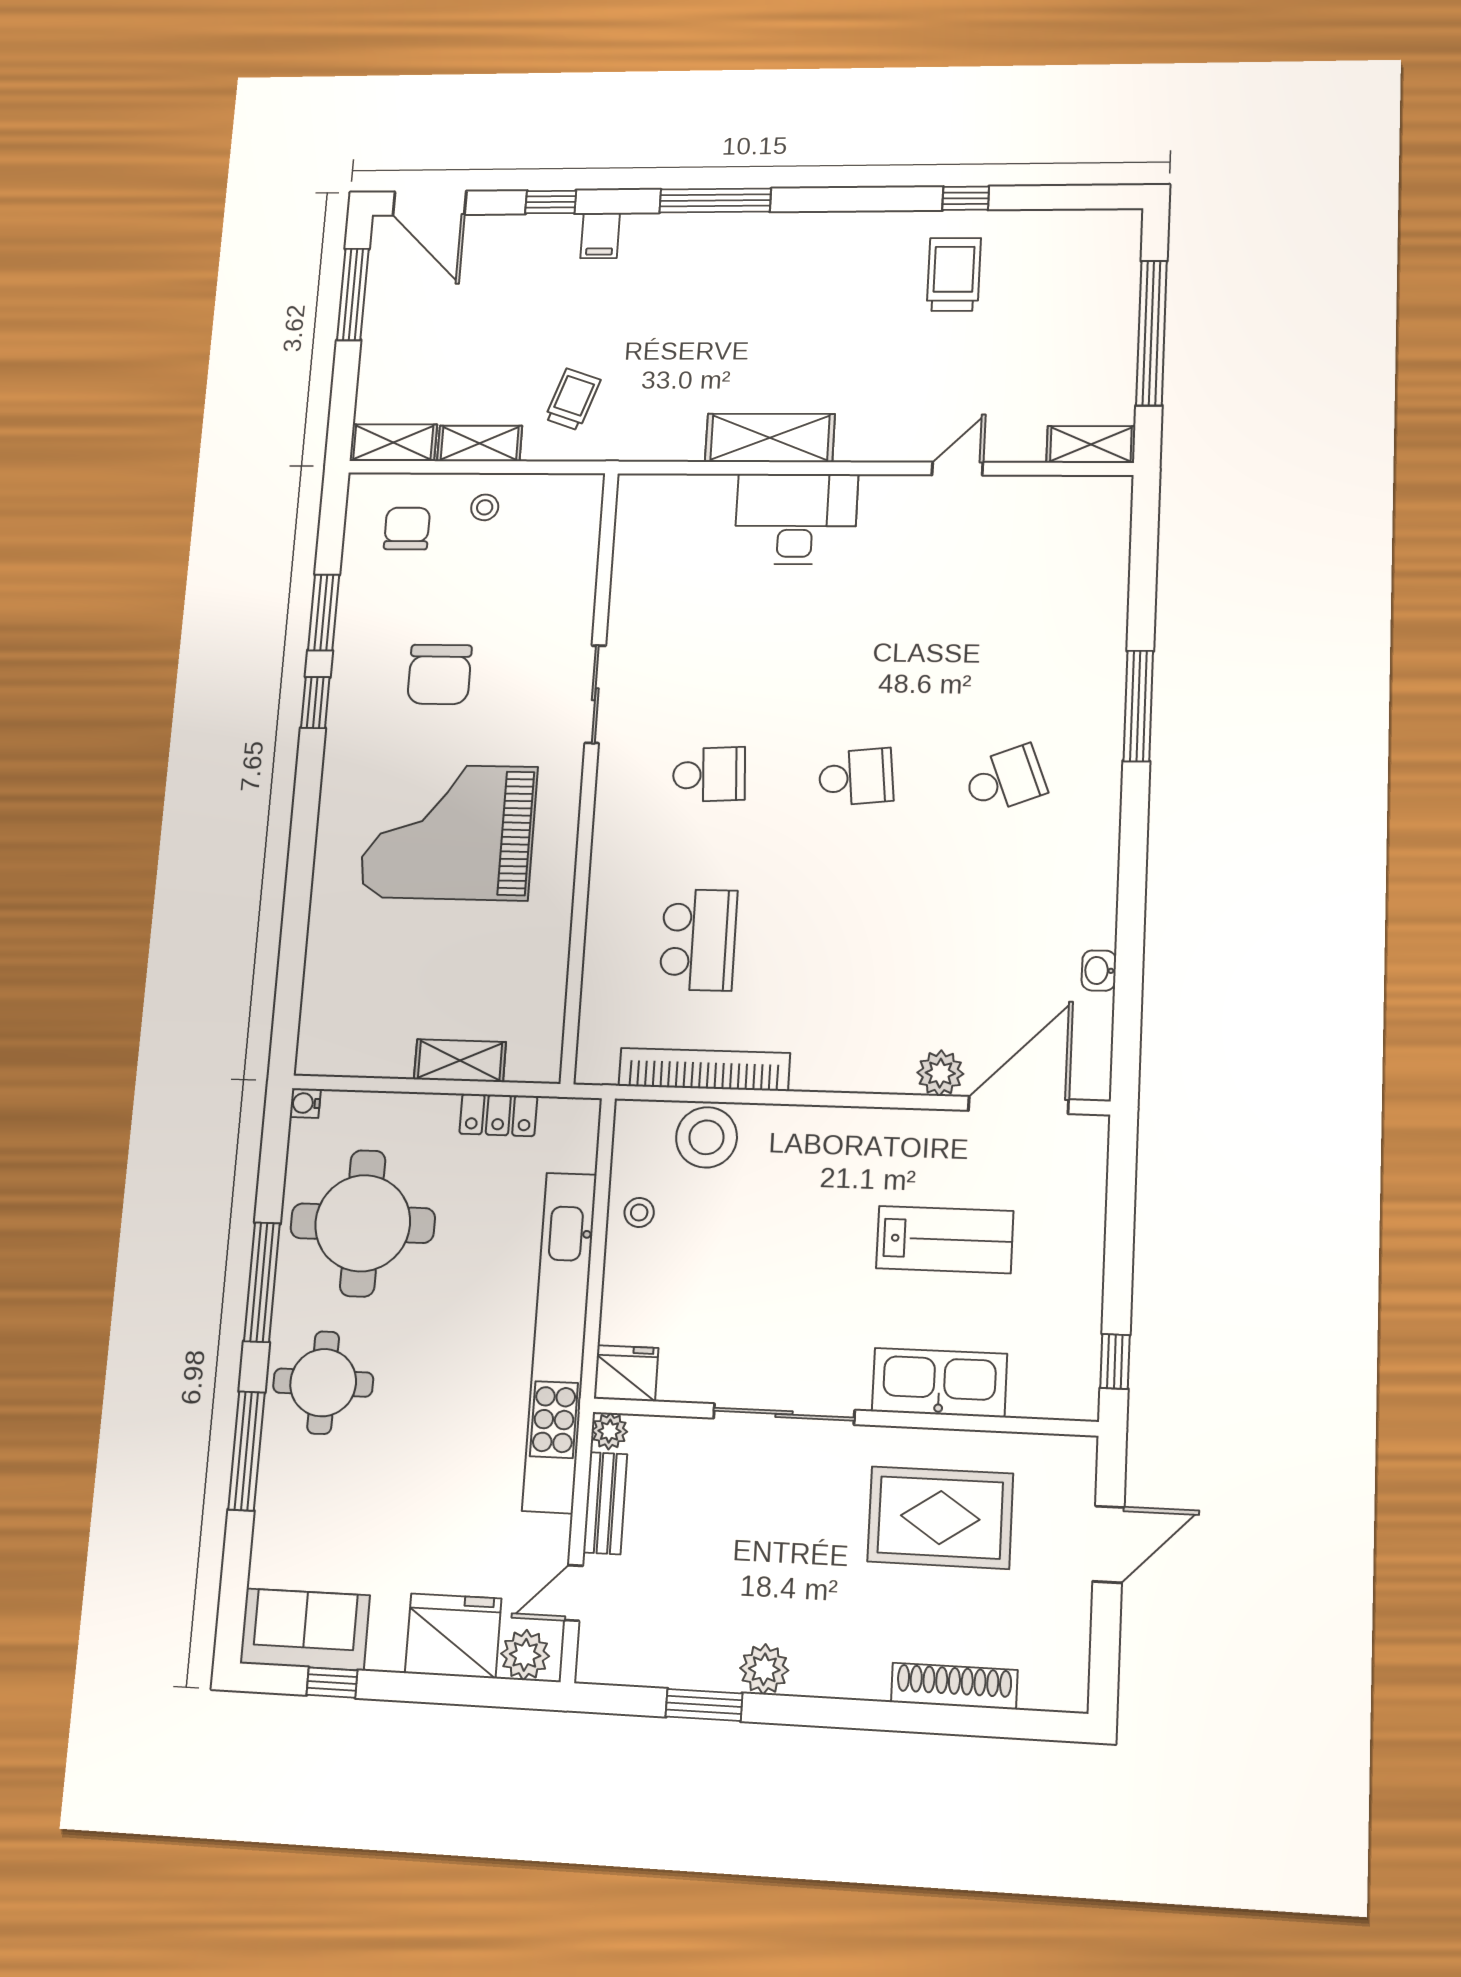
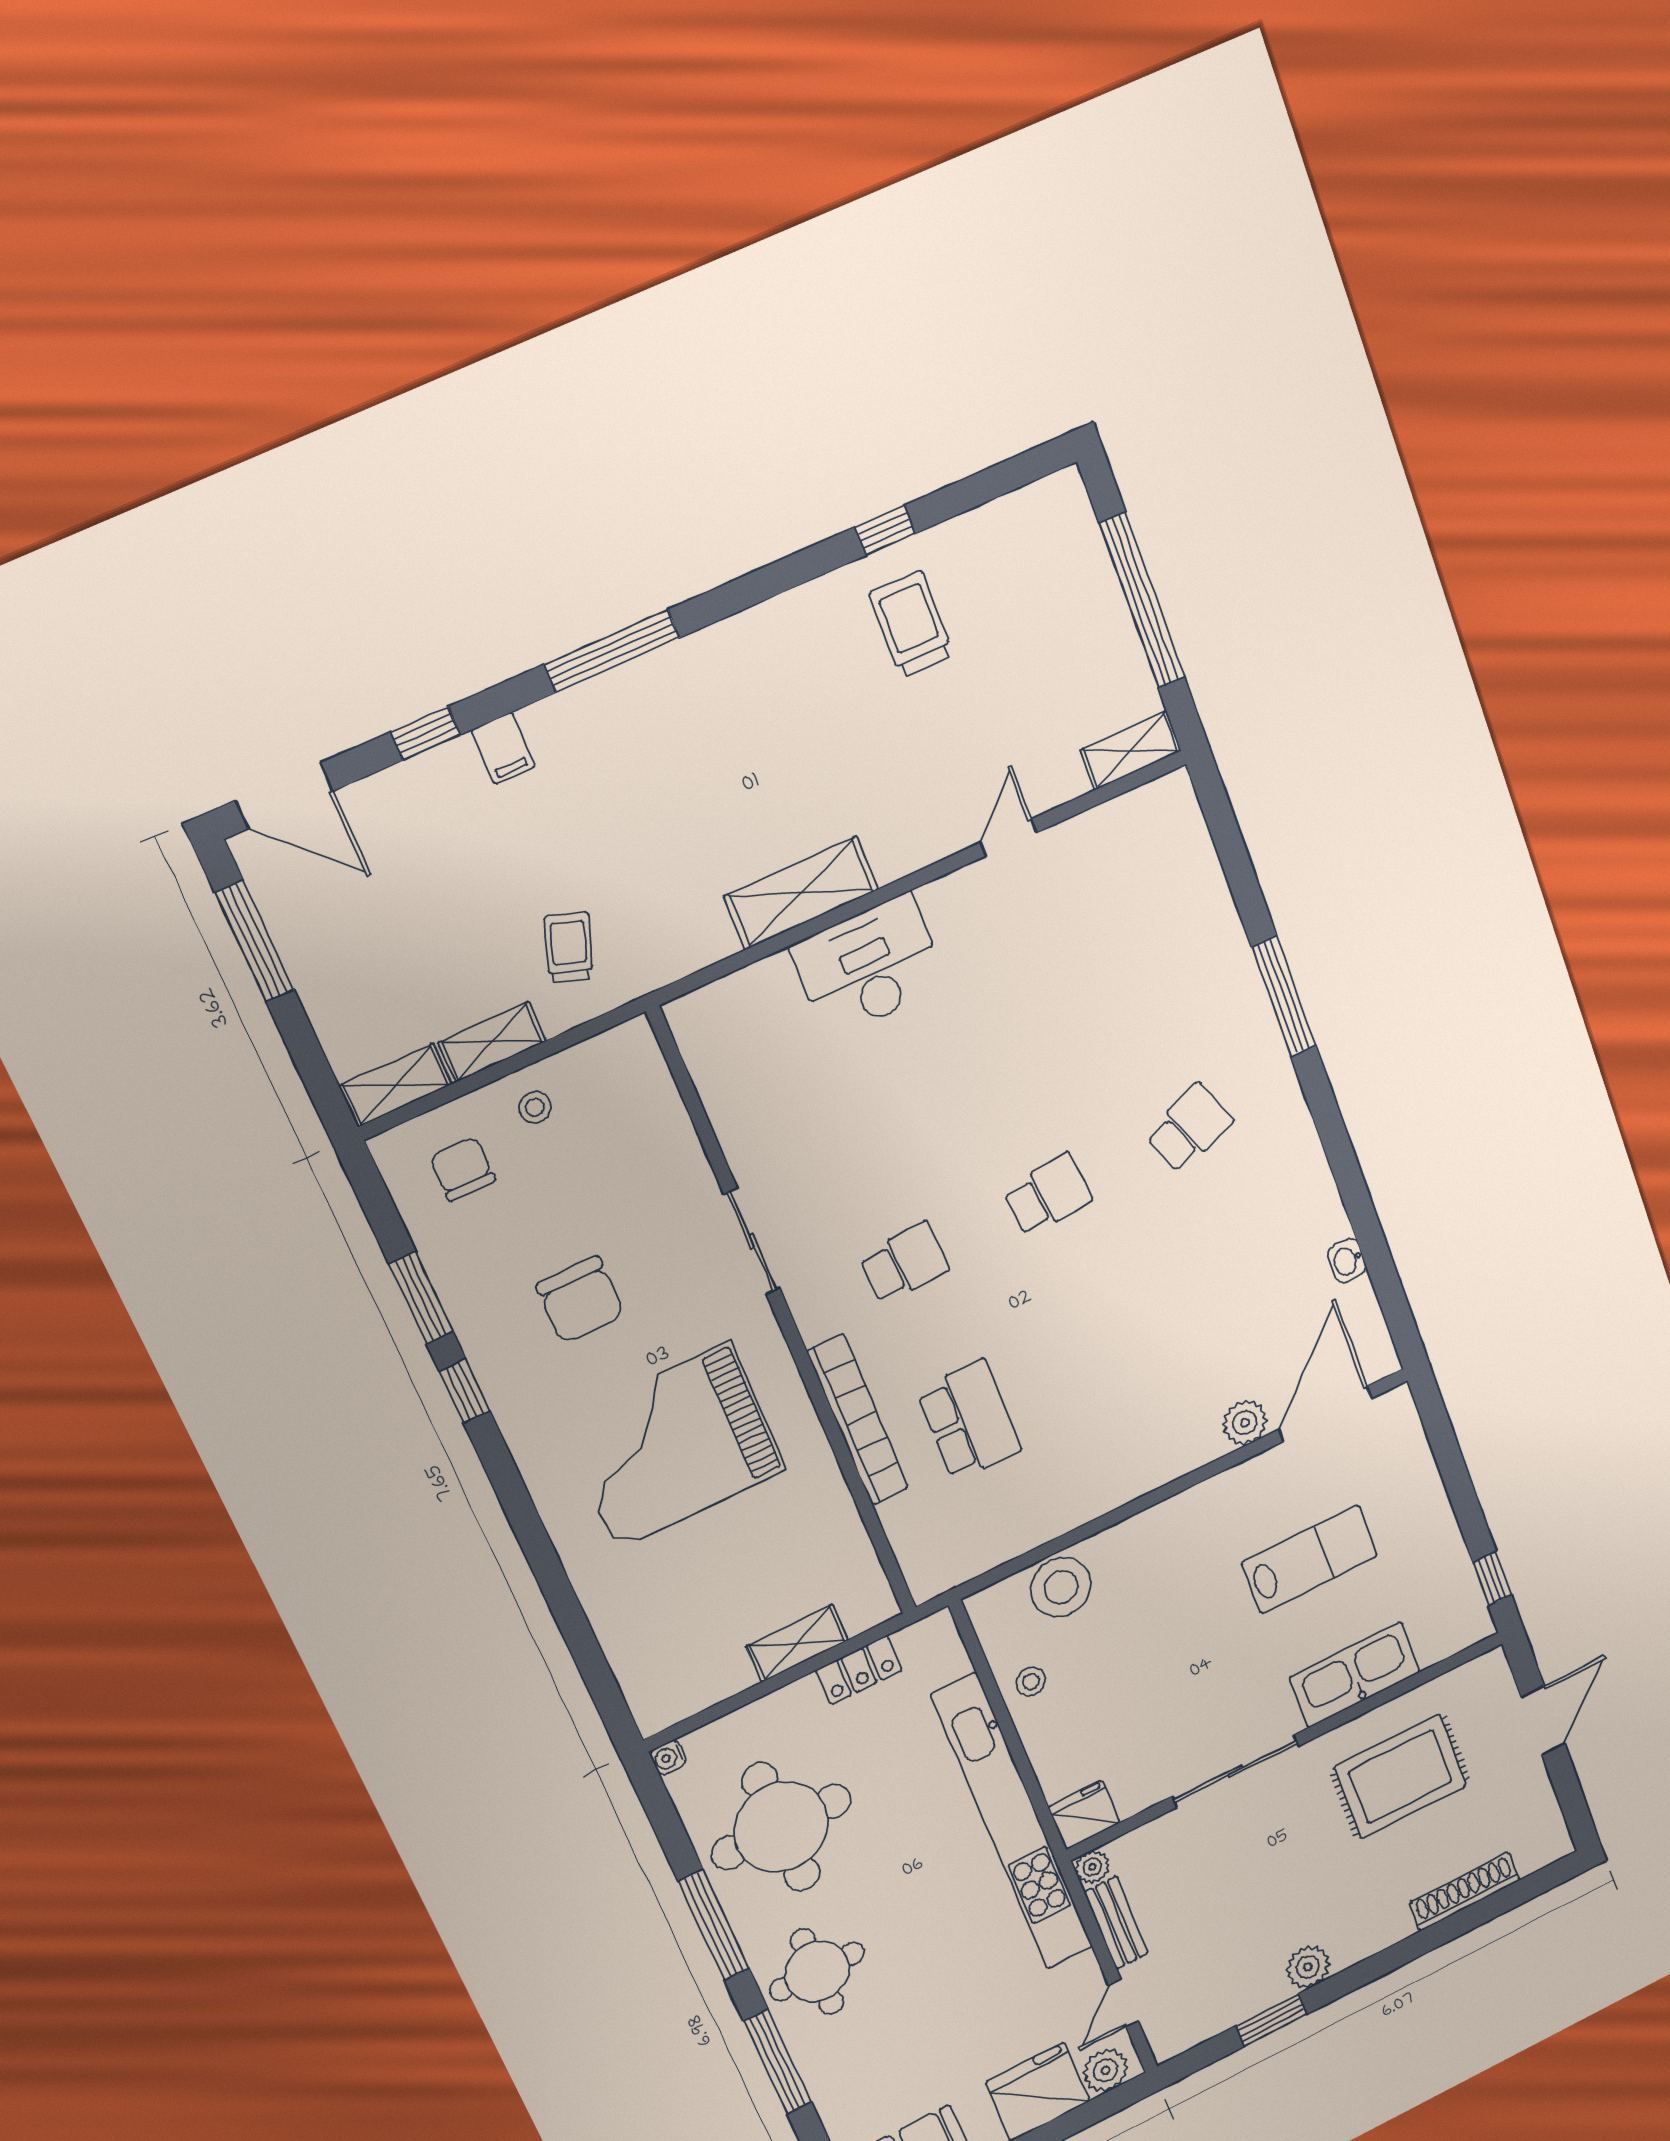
bookcase: (704, 1069) -> (858, 1420), moved, turned 90

